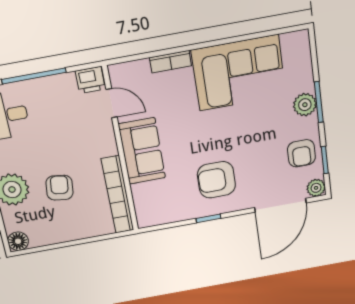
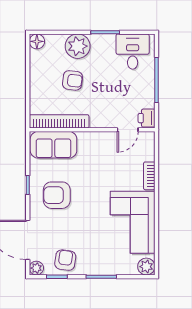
plant: (305, 105) -> (146, 267), moved
sofa: (142, 151) -> (53, 145), moved
armchair: (301, 153) -> (65, 260), turned 98
armchair: (216, 180) -> (57, 195), turned -90

